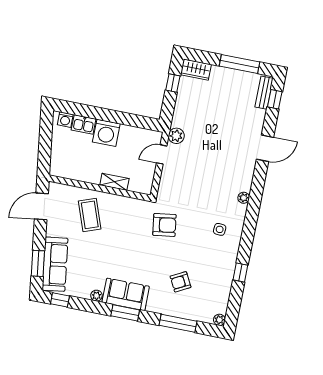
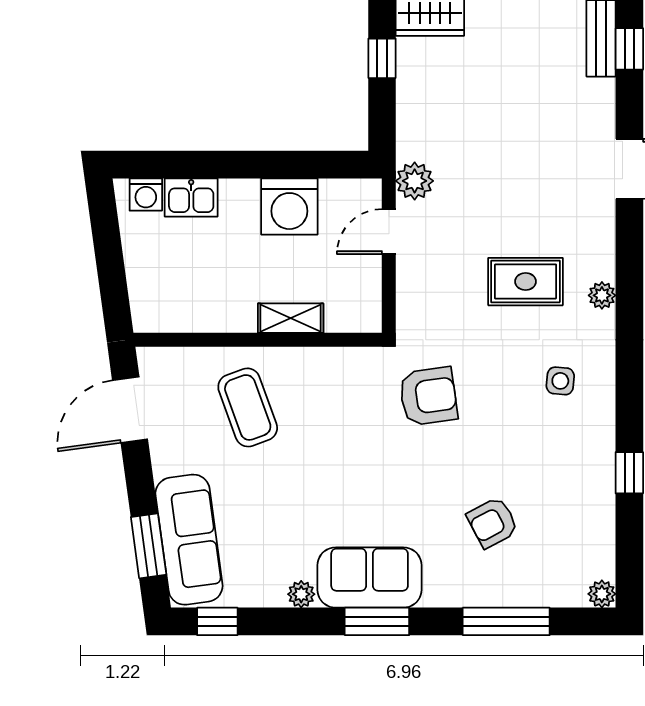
washing machine: (106, 133) -> (289, 207), moved
rug: (213, 186) -> (526, 282), added

